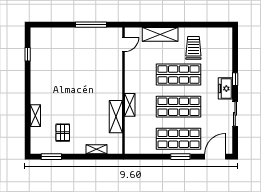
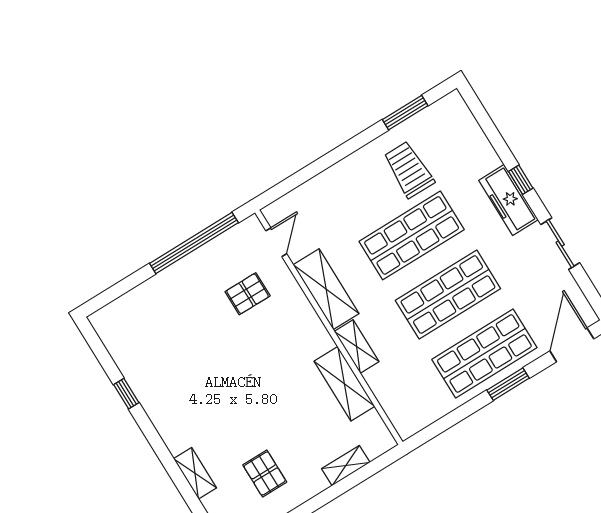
window: (91, 25) -> (194, 243), width x1.46
window: (206, 25) -> (405, 113), added
shelving: (160, 34) -> (326, 289), moved, turned 90
window: (28, 54) -> (126, 394), moved
pallet: (100, 58) -> (248, 294), added
freezer: (225, 88) -> (508, 200), width x1.40

